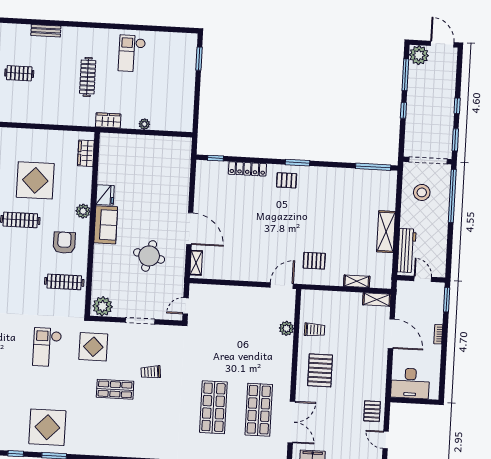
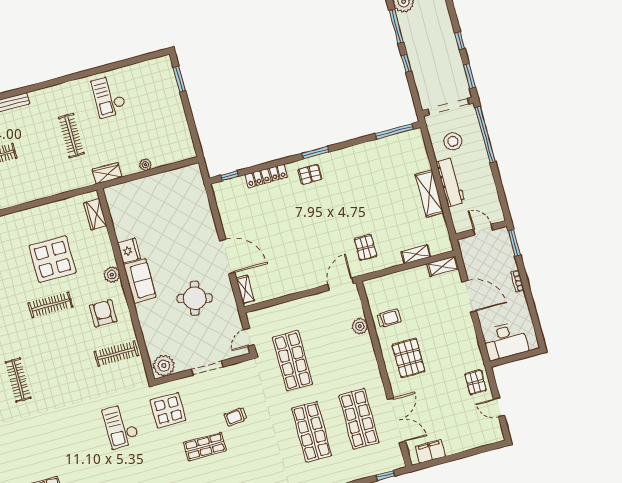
workbench: (407, 250) -> (450, 182), moved
pallet: (314, 261) -> (366, 248), turned 90
shop shelf: (217, 339) -> (292, 361), added

